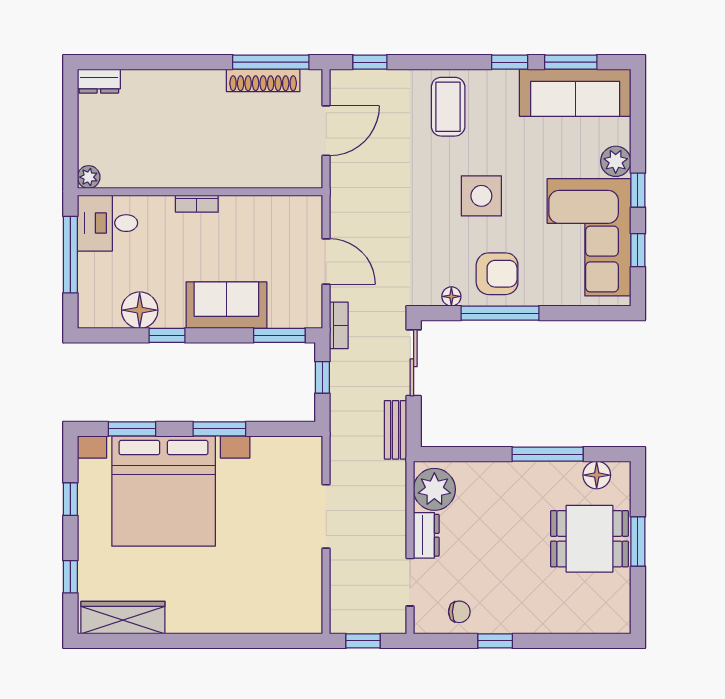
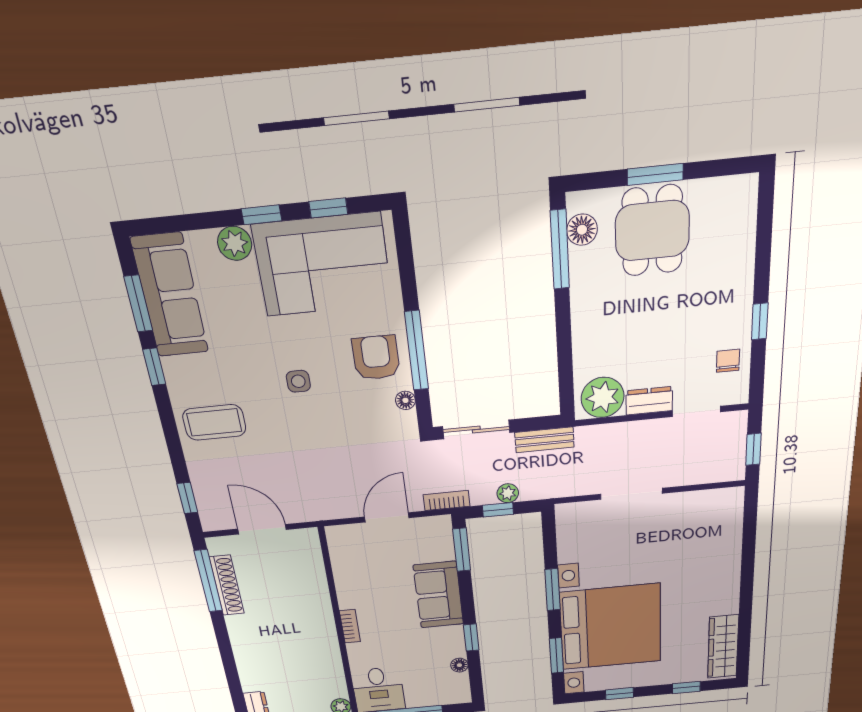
side table: (481, 196) -> (298, 381), width x0.54, depth x0.54
floor lamp: (140, 310) -> (459, 665), width x0.53, depth x0.53
plant: (340, 389) -> (508, 493), added
window: (548, 454) -> (560, 250), moved

